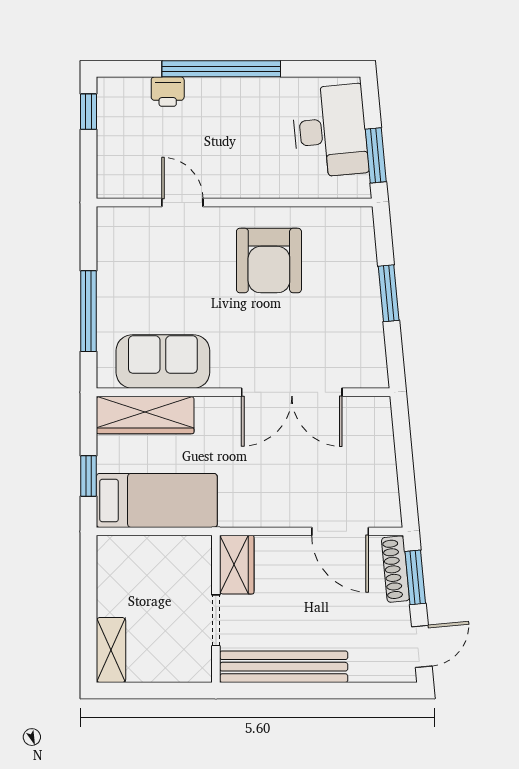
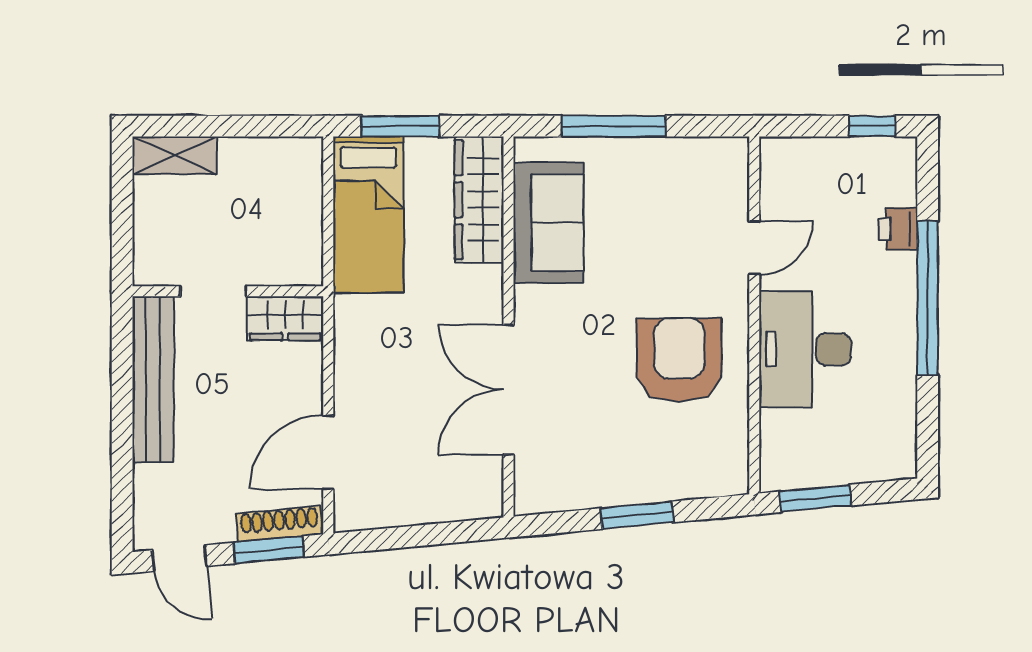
desk: (330, 131) -> (805, 349), moved, turned 95
armchair: (269, 260) -> (679, 360), turned 90
window: (88, 476) -> (400, 126), width x1.50

